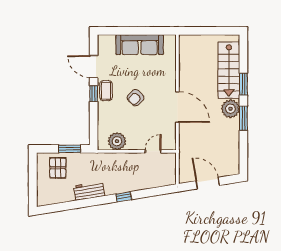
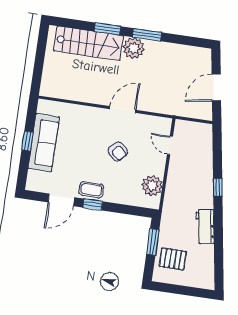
window: (139, 31) -> (27, 141), added
armchair: (135, 98) -> (118, 151), moved
door: (177, 107) -> (123, 109), width x0.73

